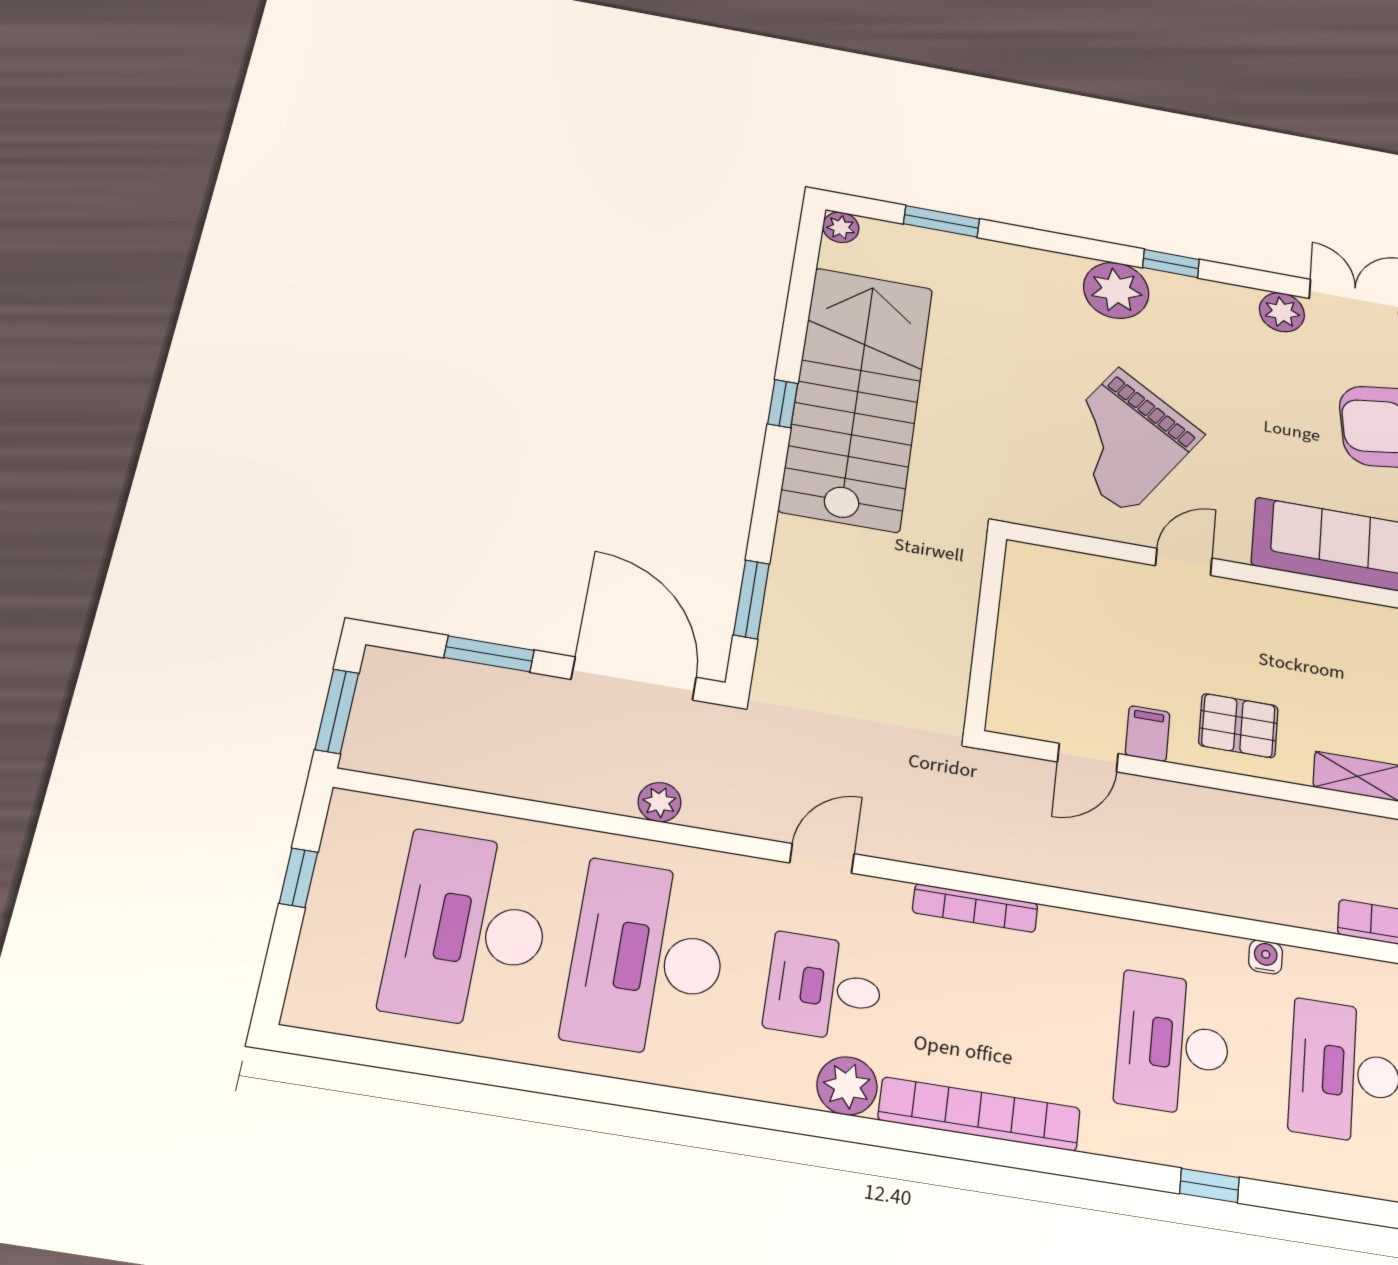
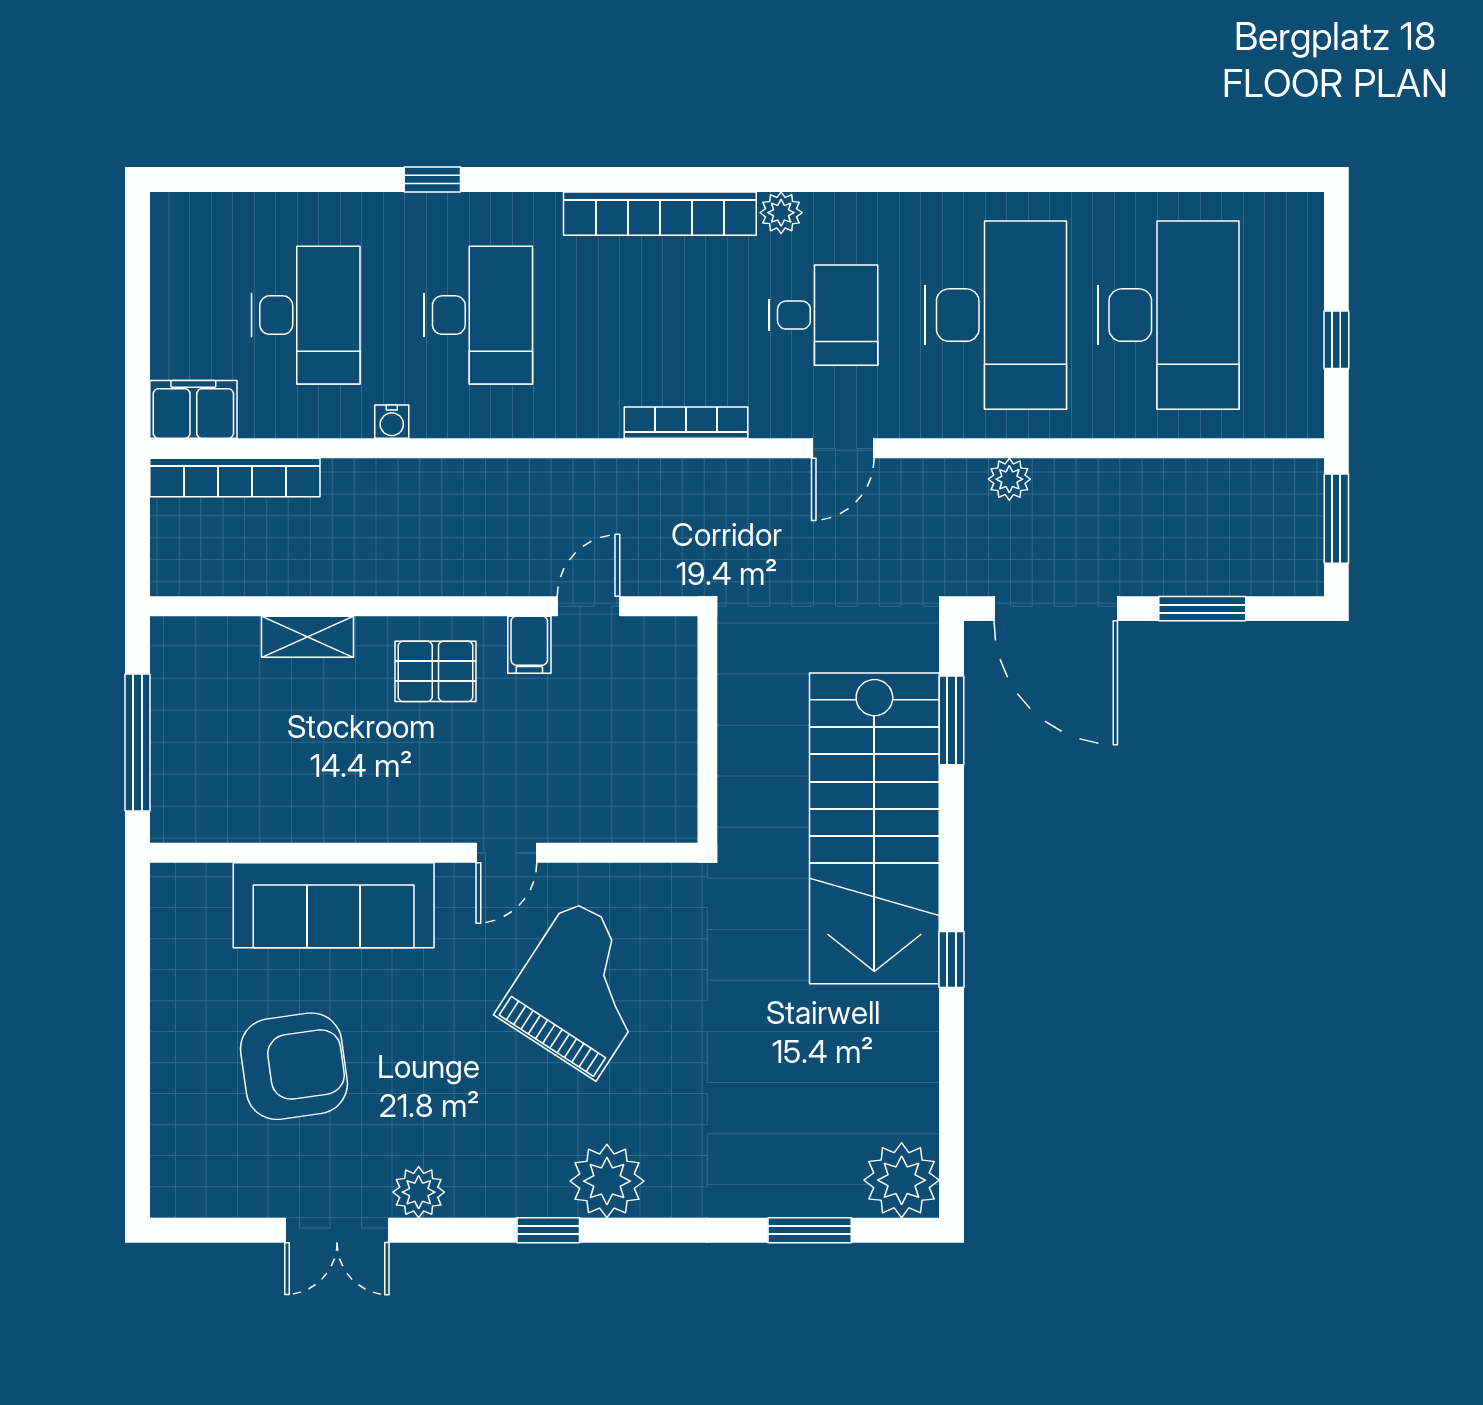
plant: (841, 227) -> (902, 1180), width x1.87, depth x1.87
stairs: (857, 398) -> (874, 828), moved
plant: (847, 1086) -> (781, 213), width x0.73, depth x0.73

